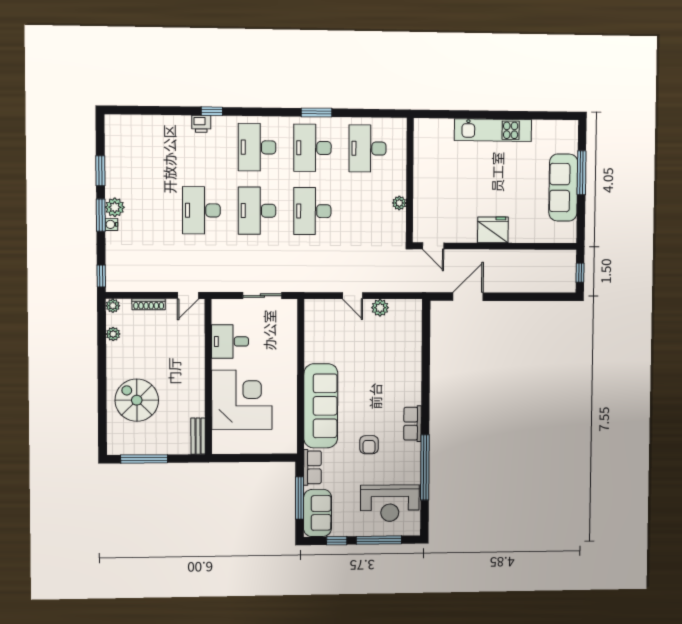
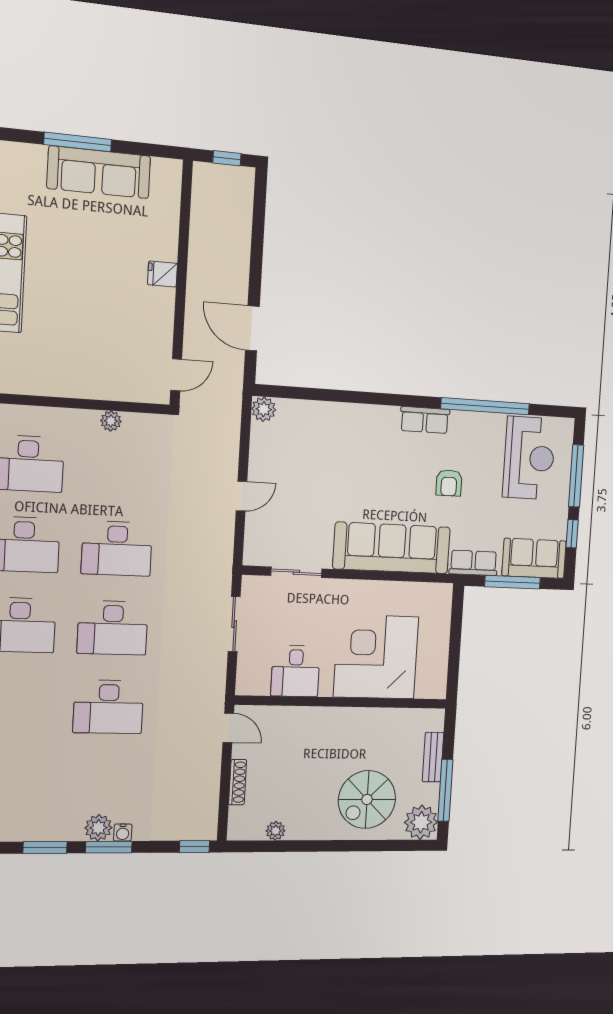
fridge: (493, 230) -> (162, 274), width x0.53, depth x0.75
plant: (113, 306) -> (421, 822), moved, width x1.87, depth x1.87
plant: (380, 308) -> (264, 409), moved
sliding door: (301, 338) -> (296, 572), added
bench: (198, 436) -> (433, 757), moved, turned 90
armchair: (369, 445) -> (449, 483), turned 90

